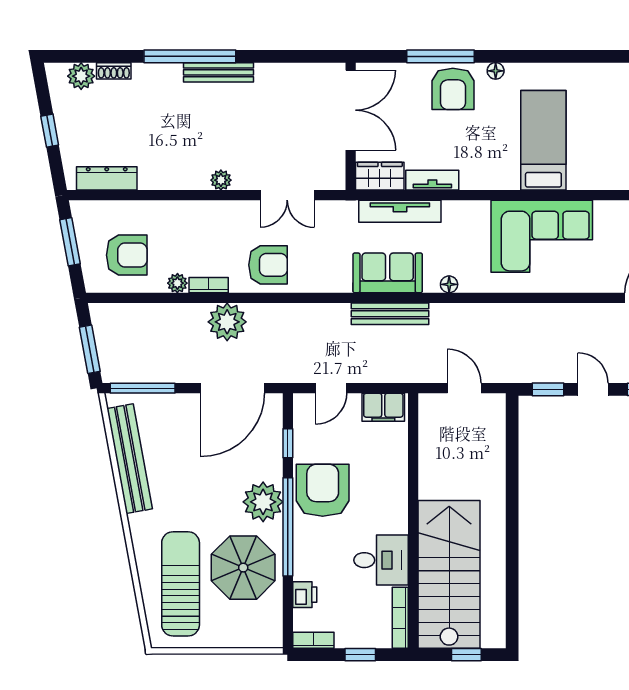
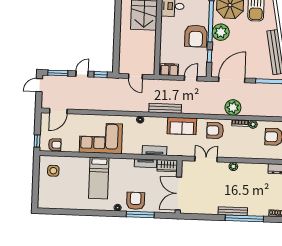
tv unit: (400, 211) -> (155, 151), width x0.71
sofa: (388, 273) -> (182, 126), moved
door: (593, 389) -> (82, 74), swing flipped

